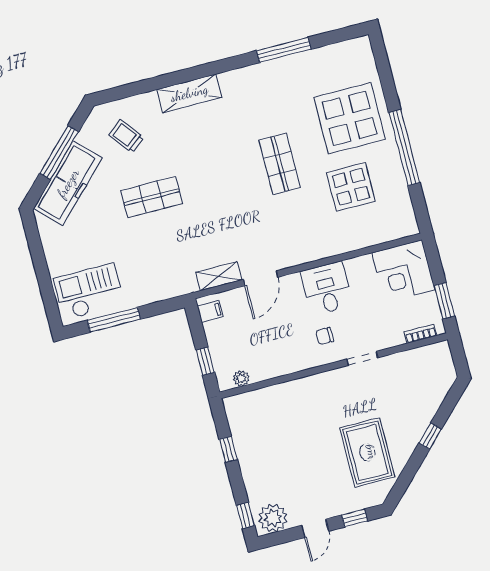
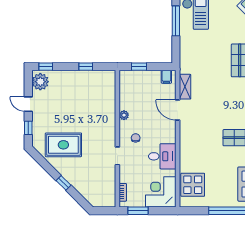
display table: (351, 187) -> (193, 185), moved
desk: (327, 288) -> (162, 156), moved
plant: (241, 378) -> (124, 115), moved

